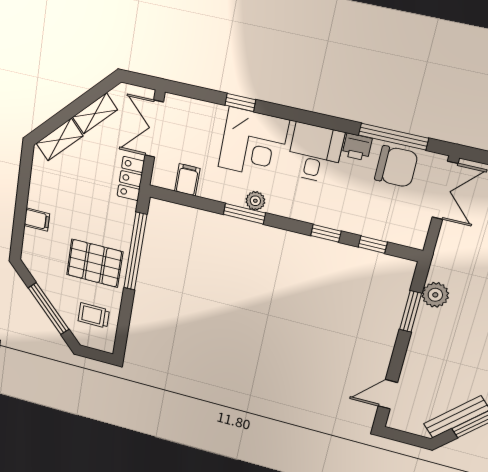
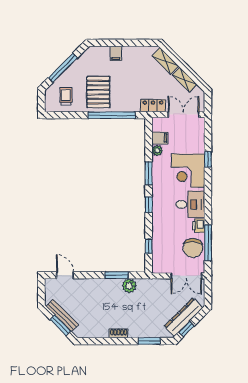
plant: (255, 201) -> (157, 150), moved
window: (326, 233) -> (149, 205), moved

